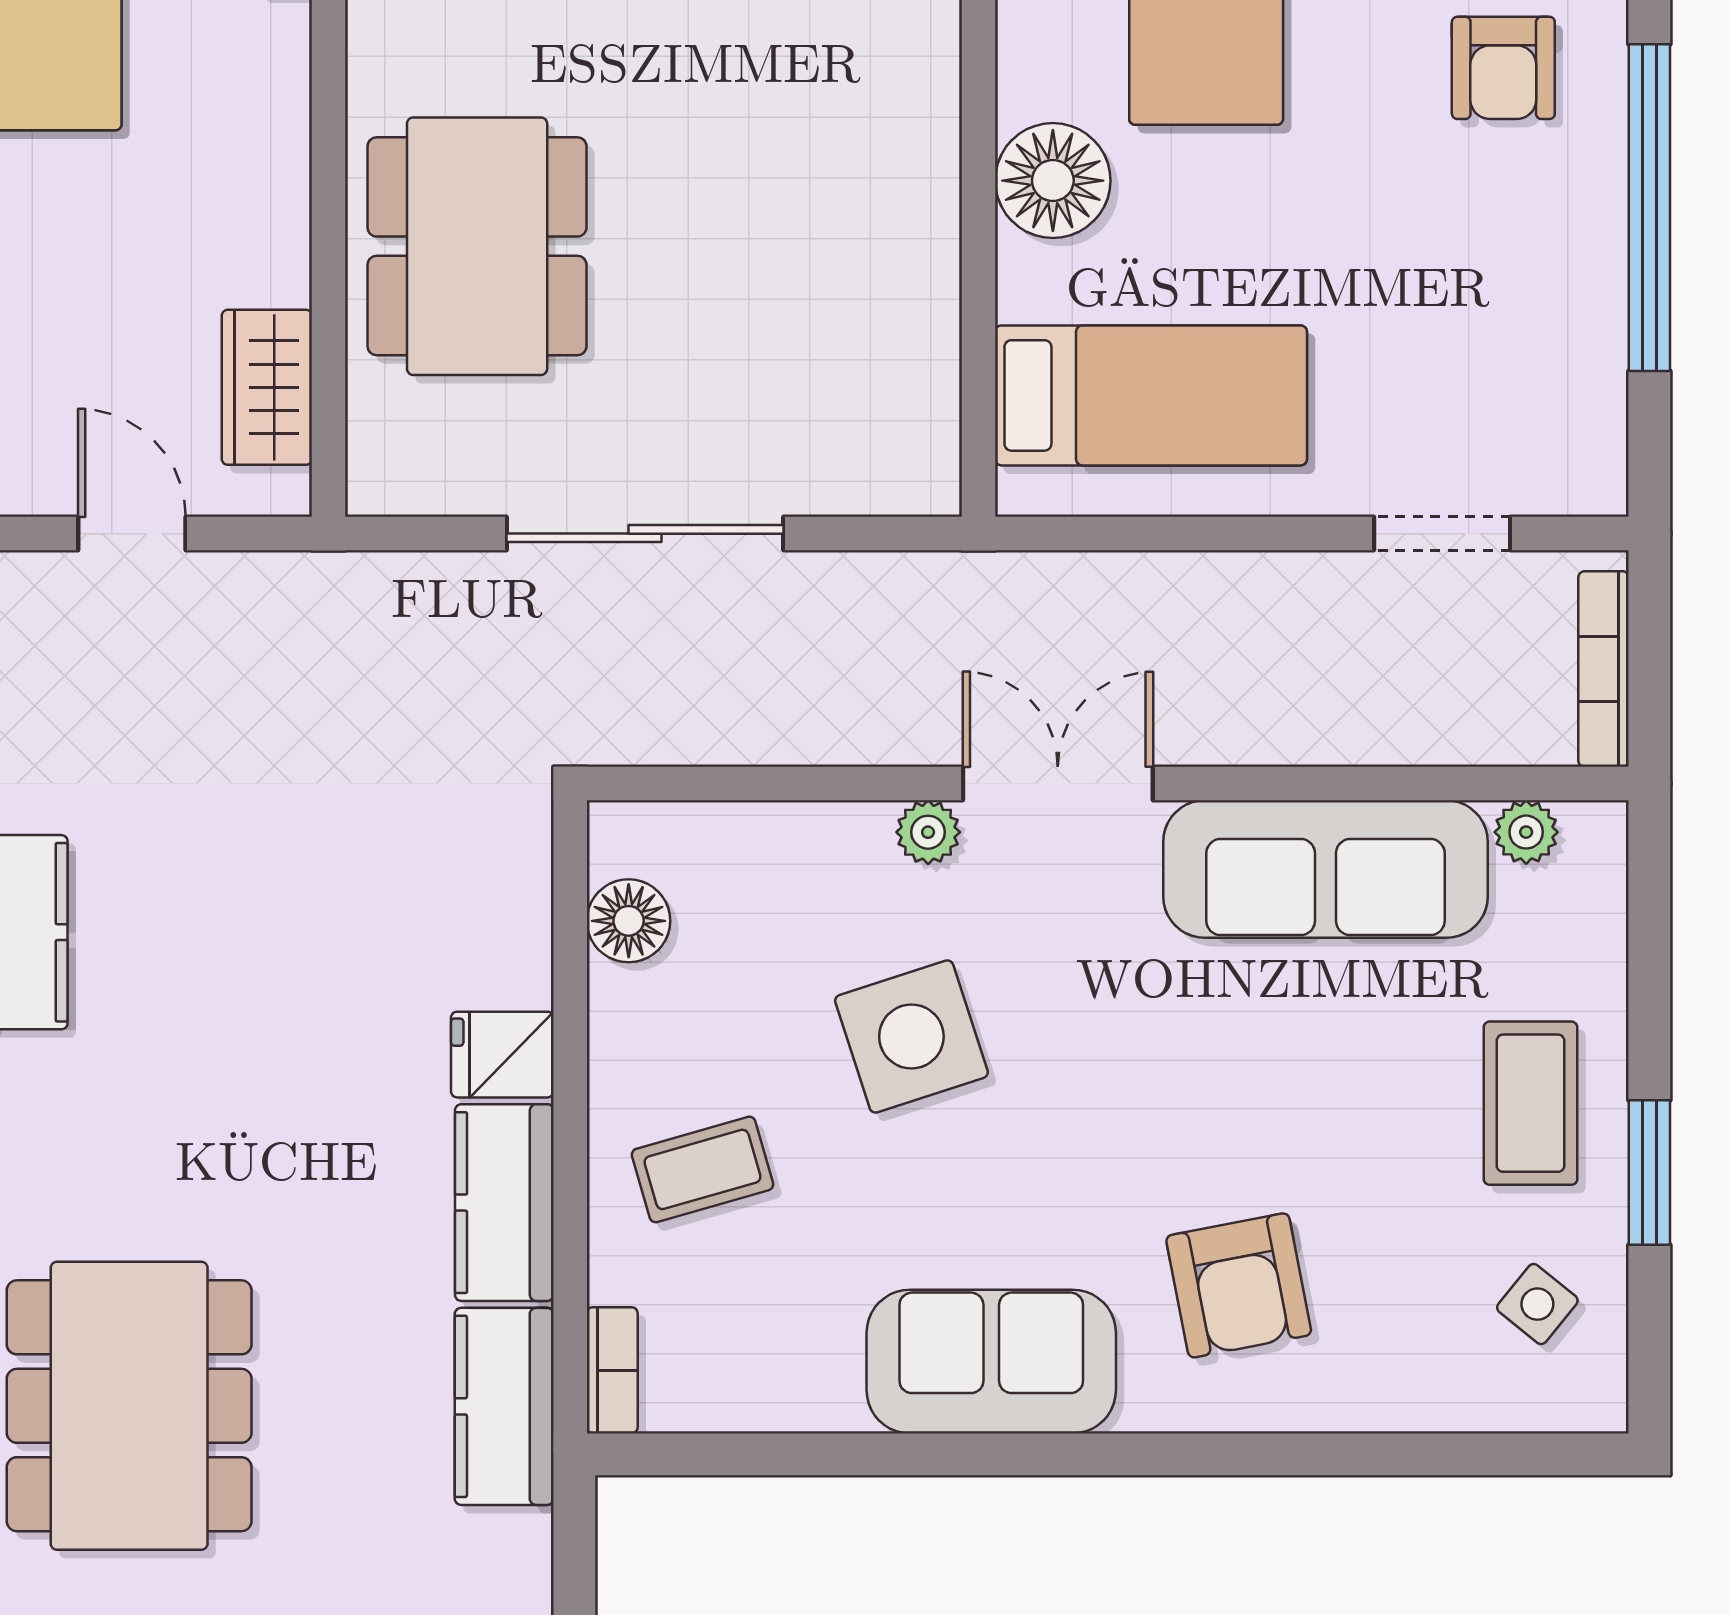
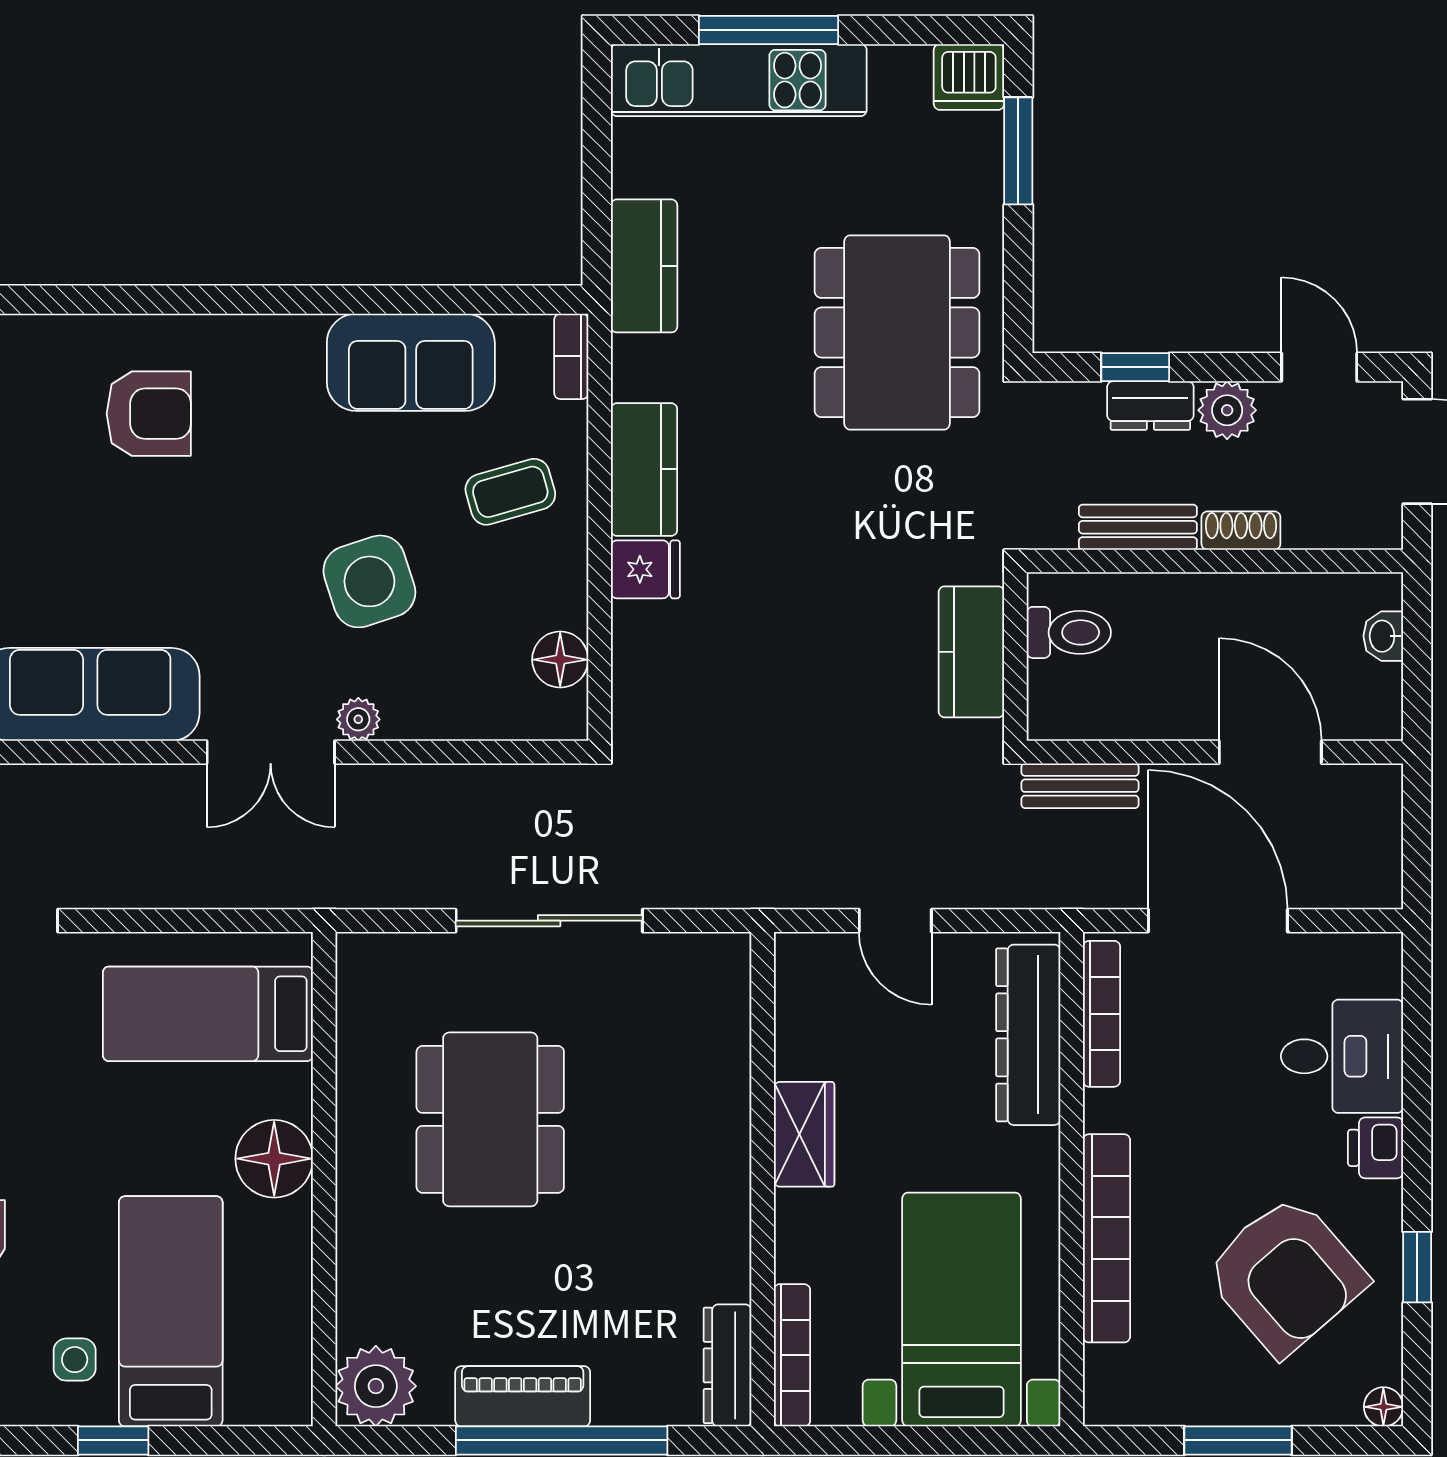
dining table: (477, 246) -> (490, 1119), moved
wardrobe: (267, 387) -> (804, 1134), moved
armchair: (1239, 1285) -> (149, 414), turned 101
sofa: (991, 1362) -> (411, 362), moved
kitchen counter: (504, 1406) -> (644, 266), moved

